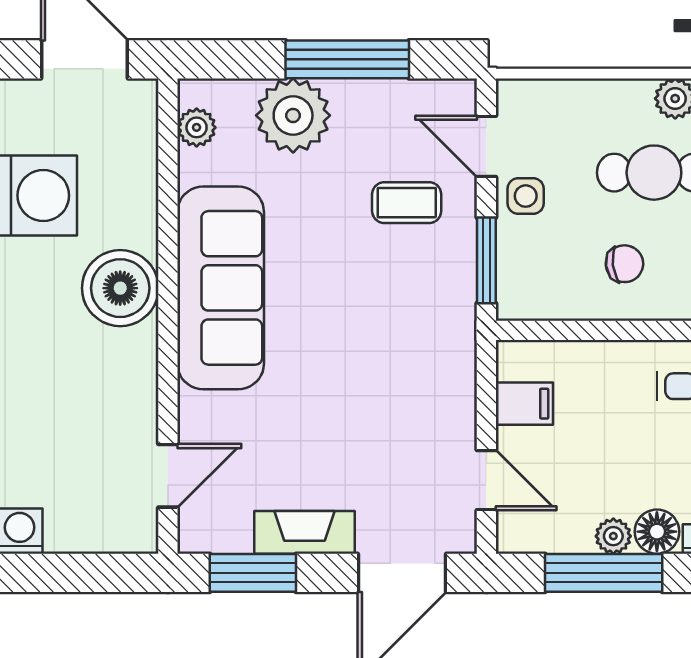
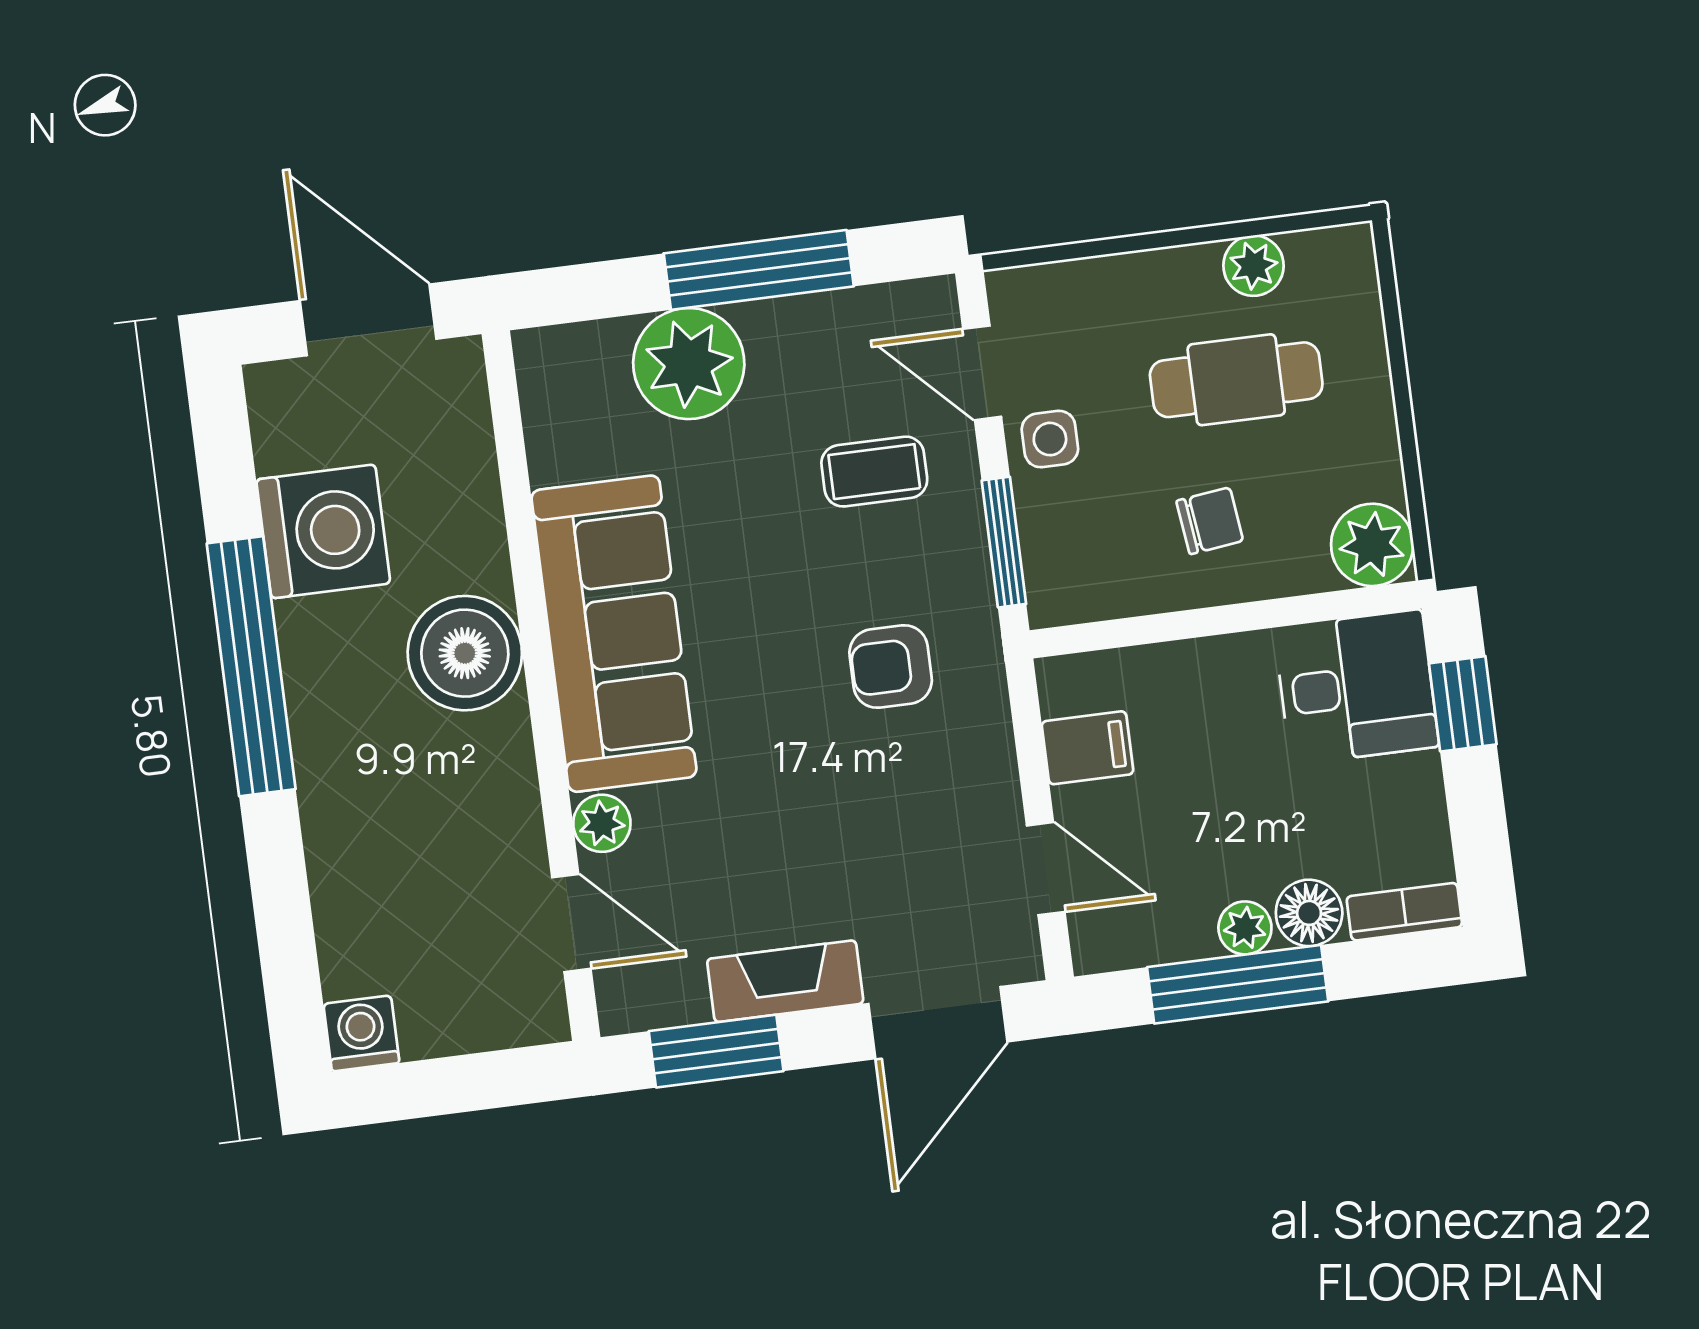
plant: (197, 127) -> (602, 823), moved
armchair: (401, 333) -> (891, 667), added
door: (168, 476) -> (571, 923), hinge flipped

